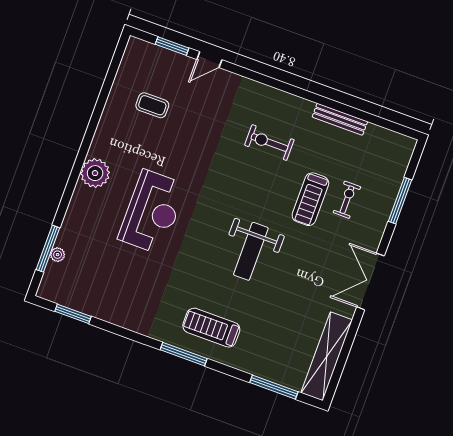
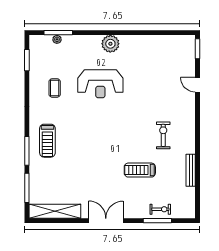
window: (172, 46) -> (197, 49), moved
coffee table: (152, 105) -> (55, 88), moved
exercise bike: (347, 200) -> (160, 209), moved
weight bench: (251, 251) -> (98, 147), removed
treadmill: (211, 328) -> (47, 141), turned 180
window: (184, 354) -> (27, 151), moved

